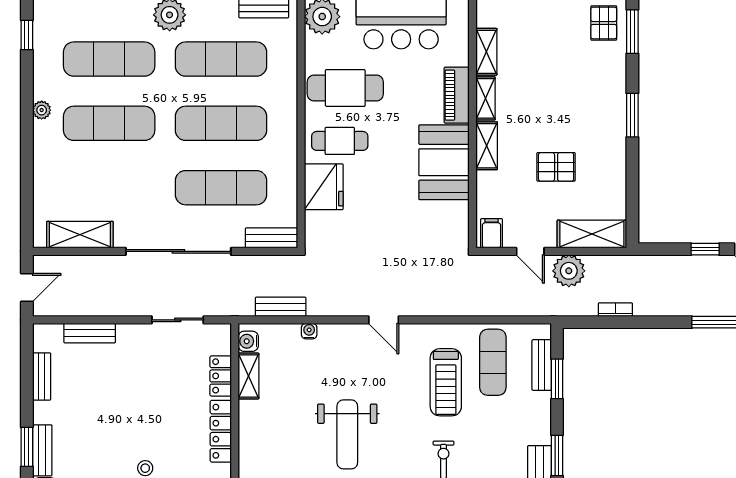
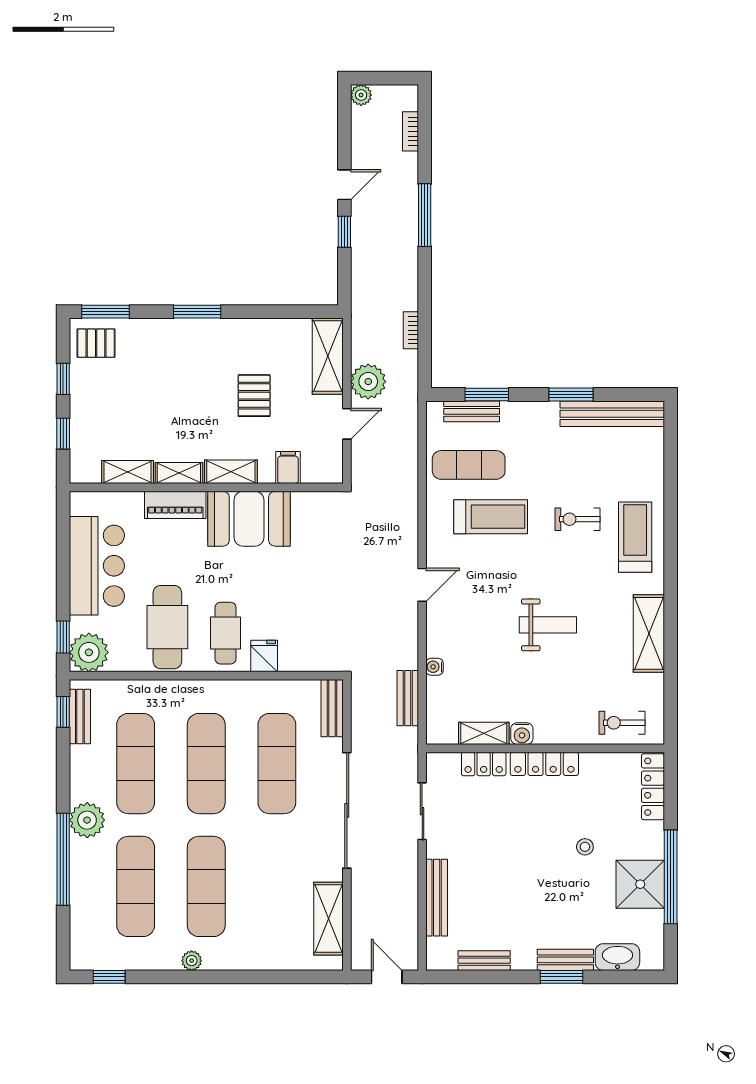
fridge: (324, 187) -> (264, 656), width x0.53, depth x0.75
filing cabinet: (492, 233) -> (288, 468), moved, turned 90
bench: (90, 333) -> (437, 898), width x1.36
water cooler: (248, 341) -> (522, 734), moved
weight bench: (347, 434) -> (548, 625), width x0.73, depth x0.75

